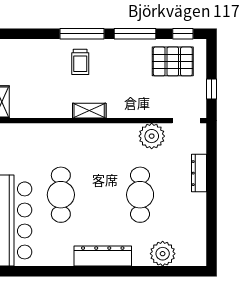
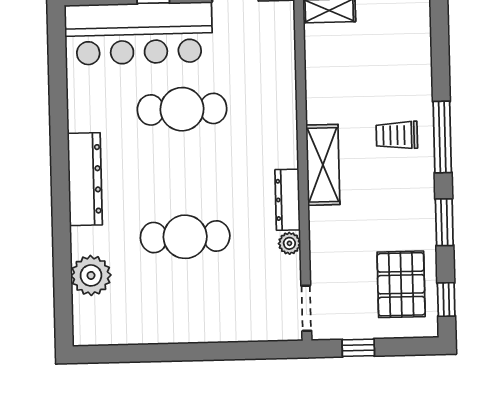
window: (135, 34) -> (444, 222), width x0.69
shelving: (89, 111) -> (323, 165), width x1.50, depth x1.33
plant: (152, 136) -> (289, 243), width x0.53, depth x0.53
dresser: (199, 173) -> (288, 200), moved, turned -90

